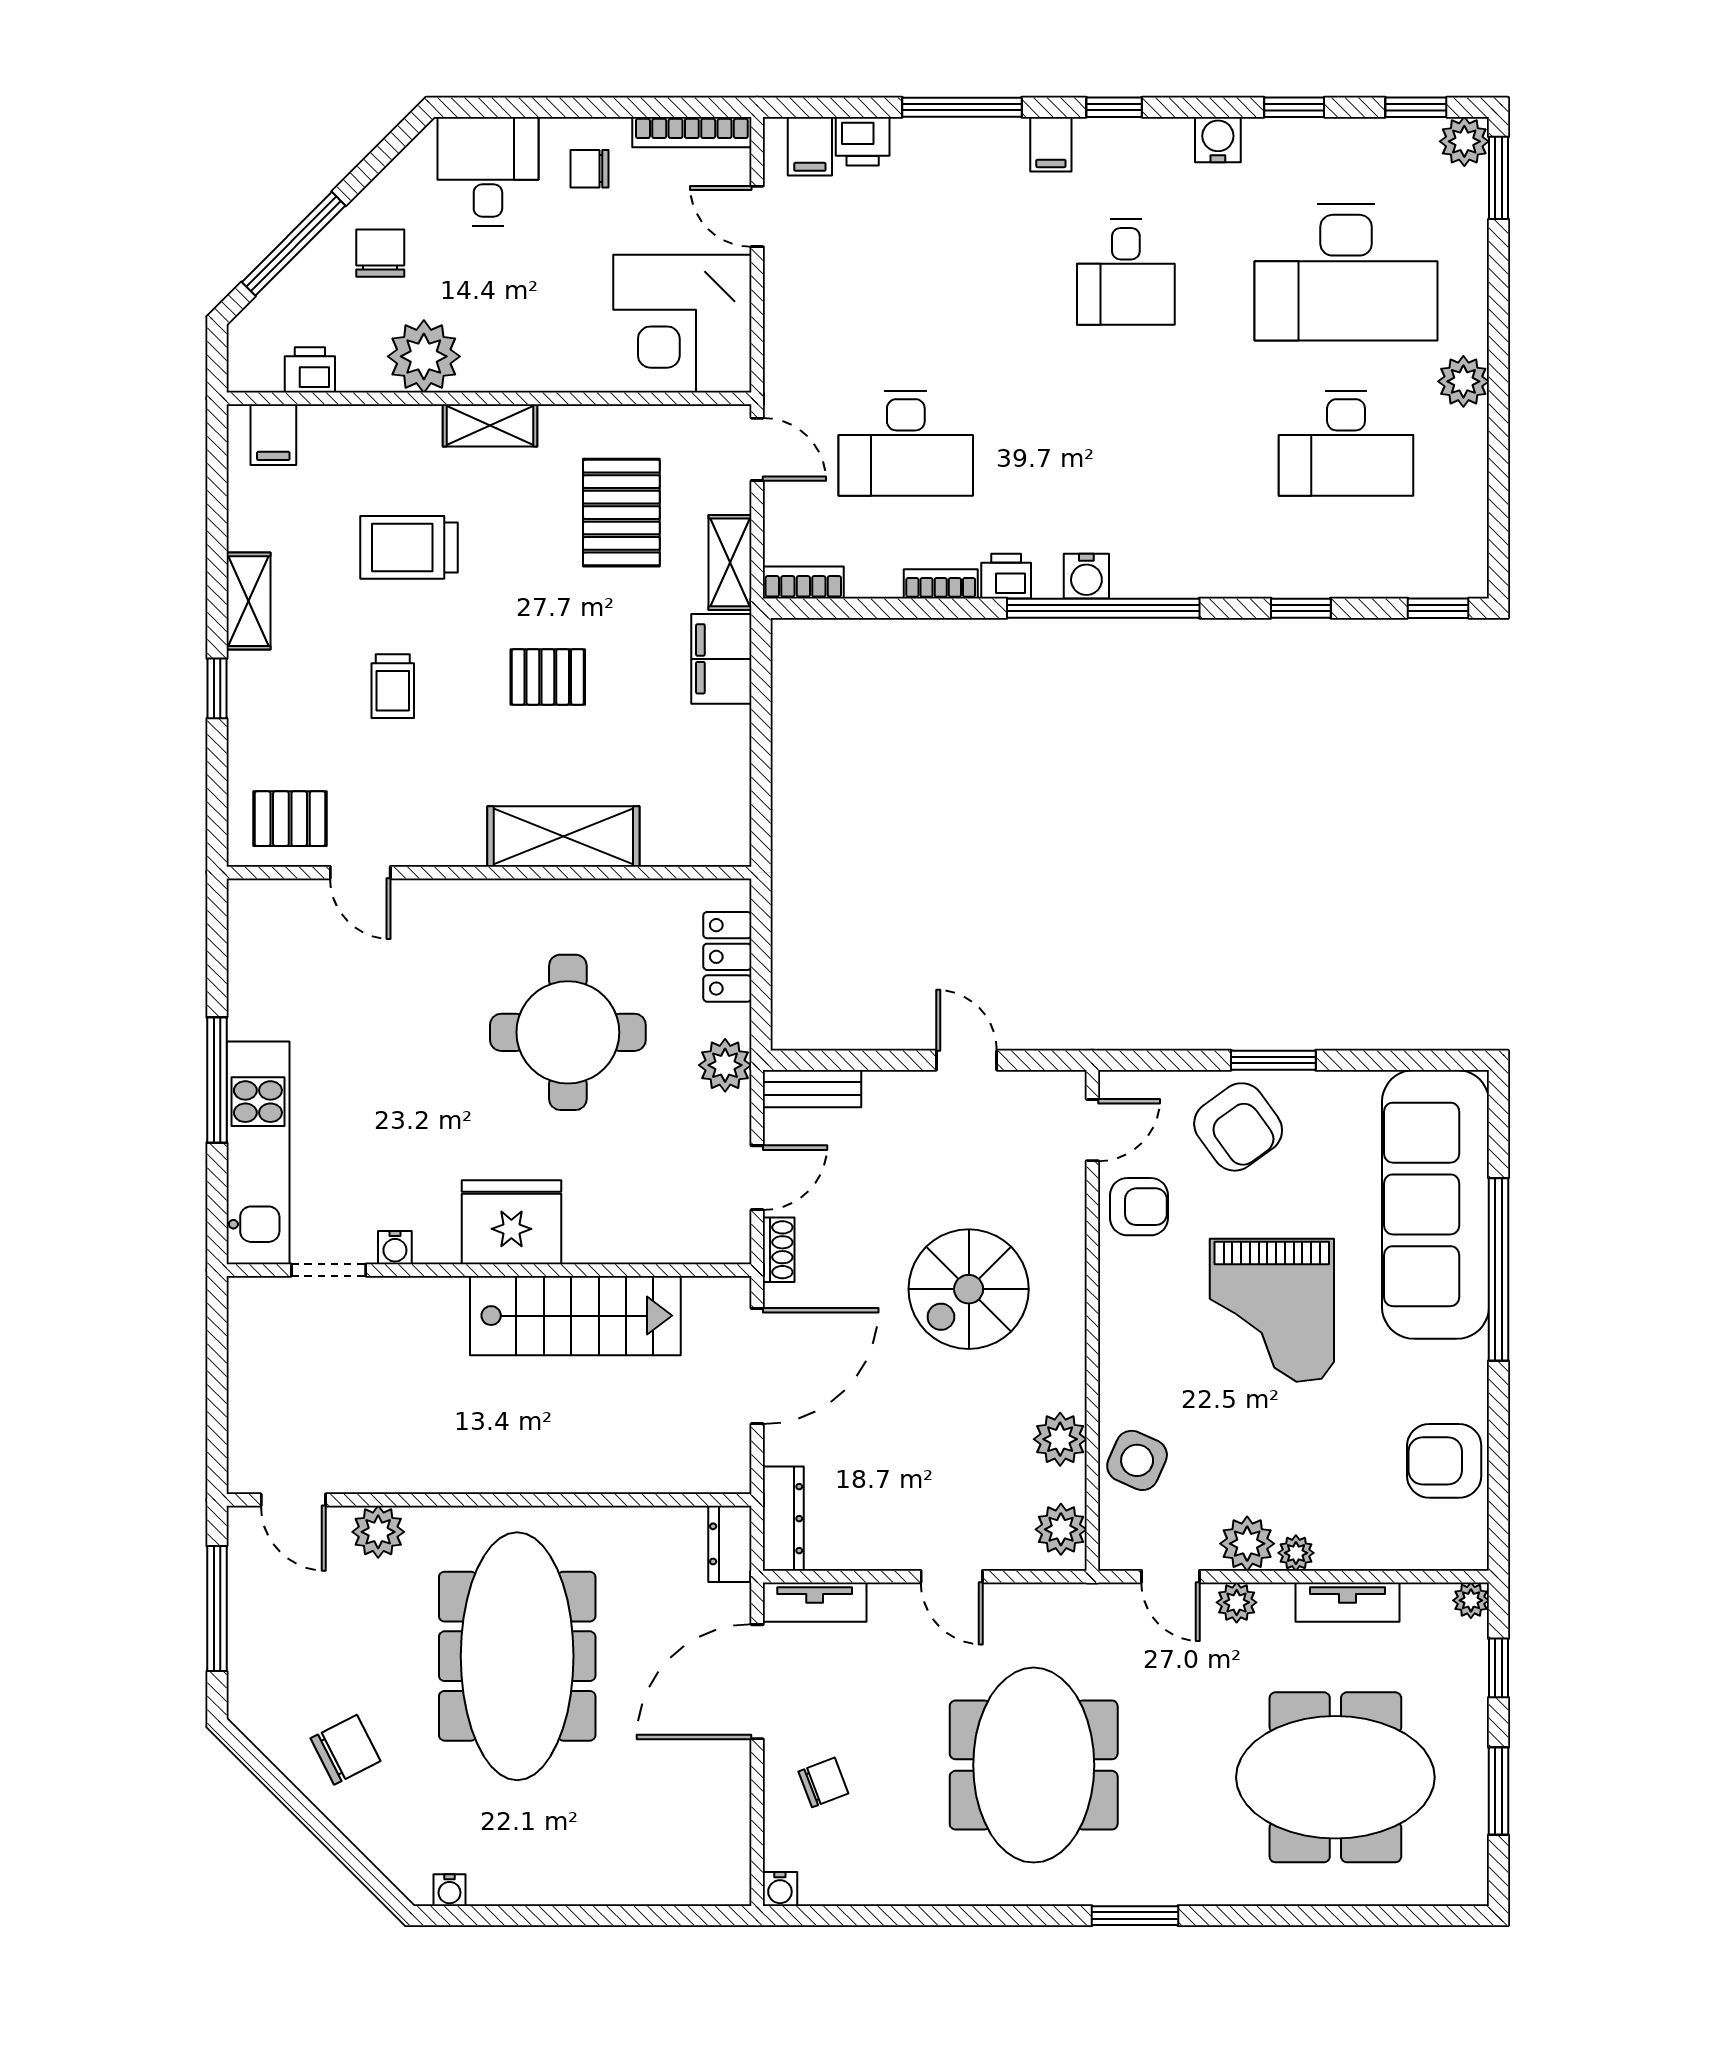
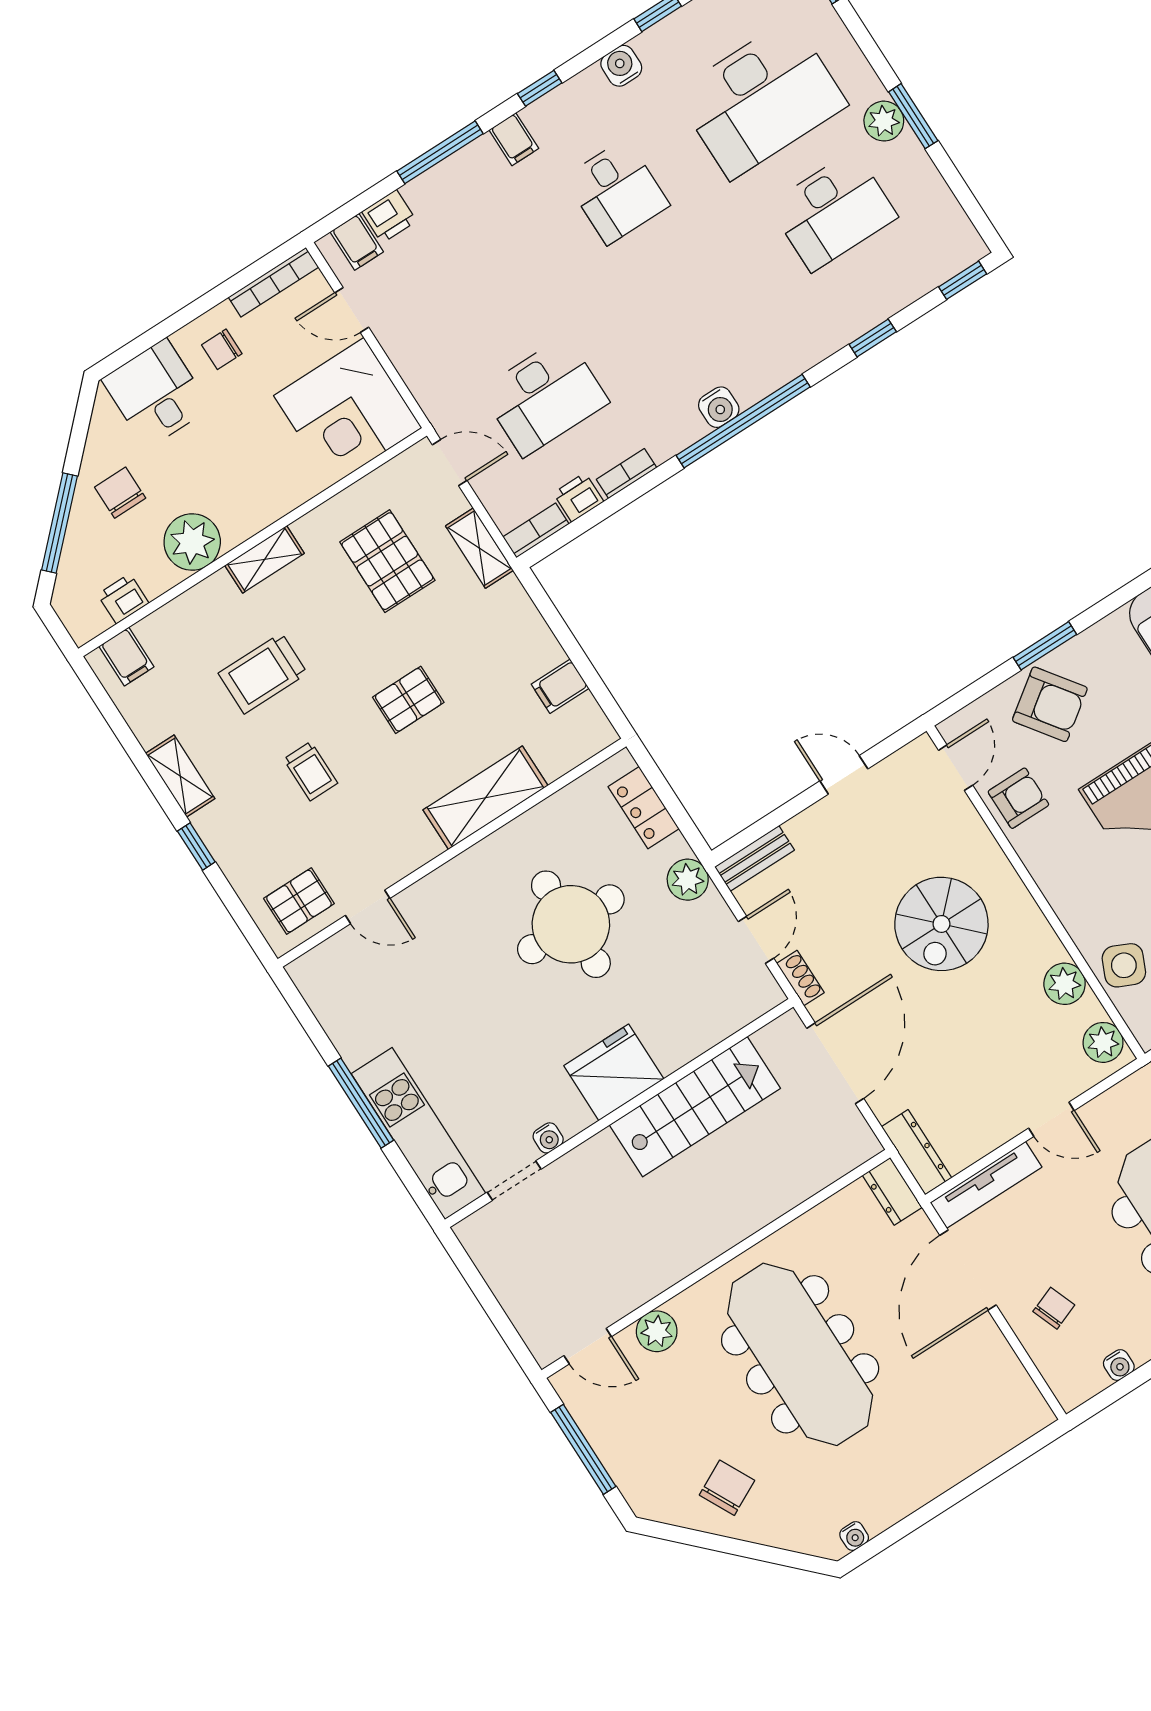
window: (1498, 397) -> (913, 116), added
printer: (1006, 576) -> (578, 497), moved
filing cabinet: (721, 659) -> (560, 686), moved, width x0.50
tv unit: (815, 1602) -> (986, 1185), width x1.41
water cooler: (780, 1889) -> (1119, 1365), moved

